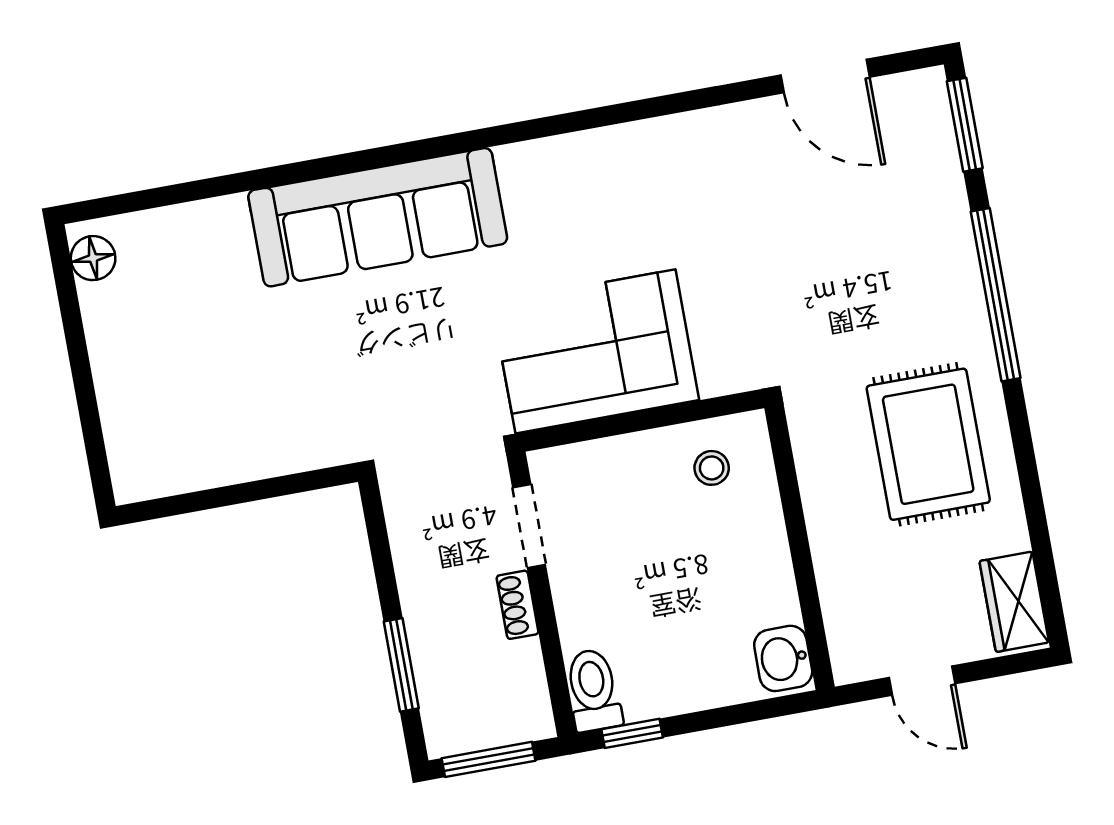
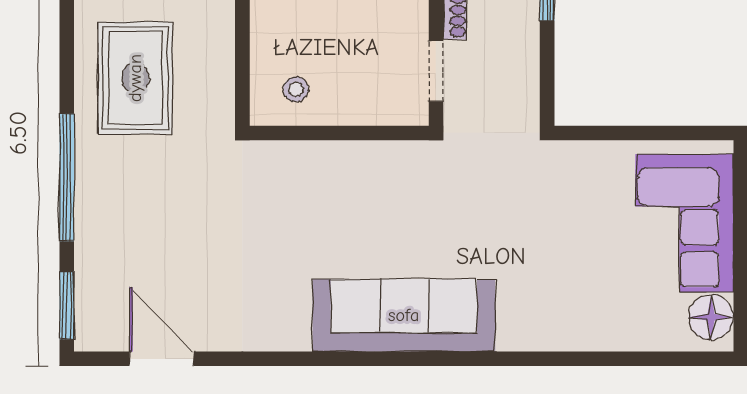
sofa: (378, 217) -> (404, 315), moved
floor lamp: (93, 258) -> (711, 317), width x1.38, depth x1.38
corner sofa: (595, 351) -> (684, 223), moved, turned 90

